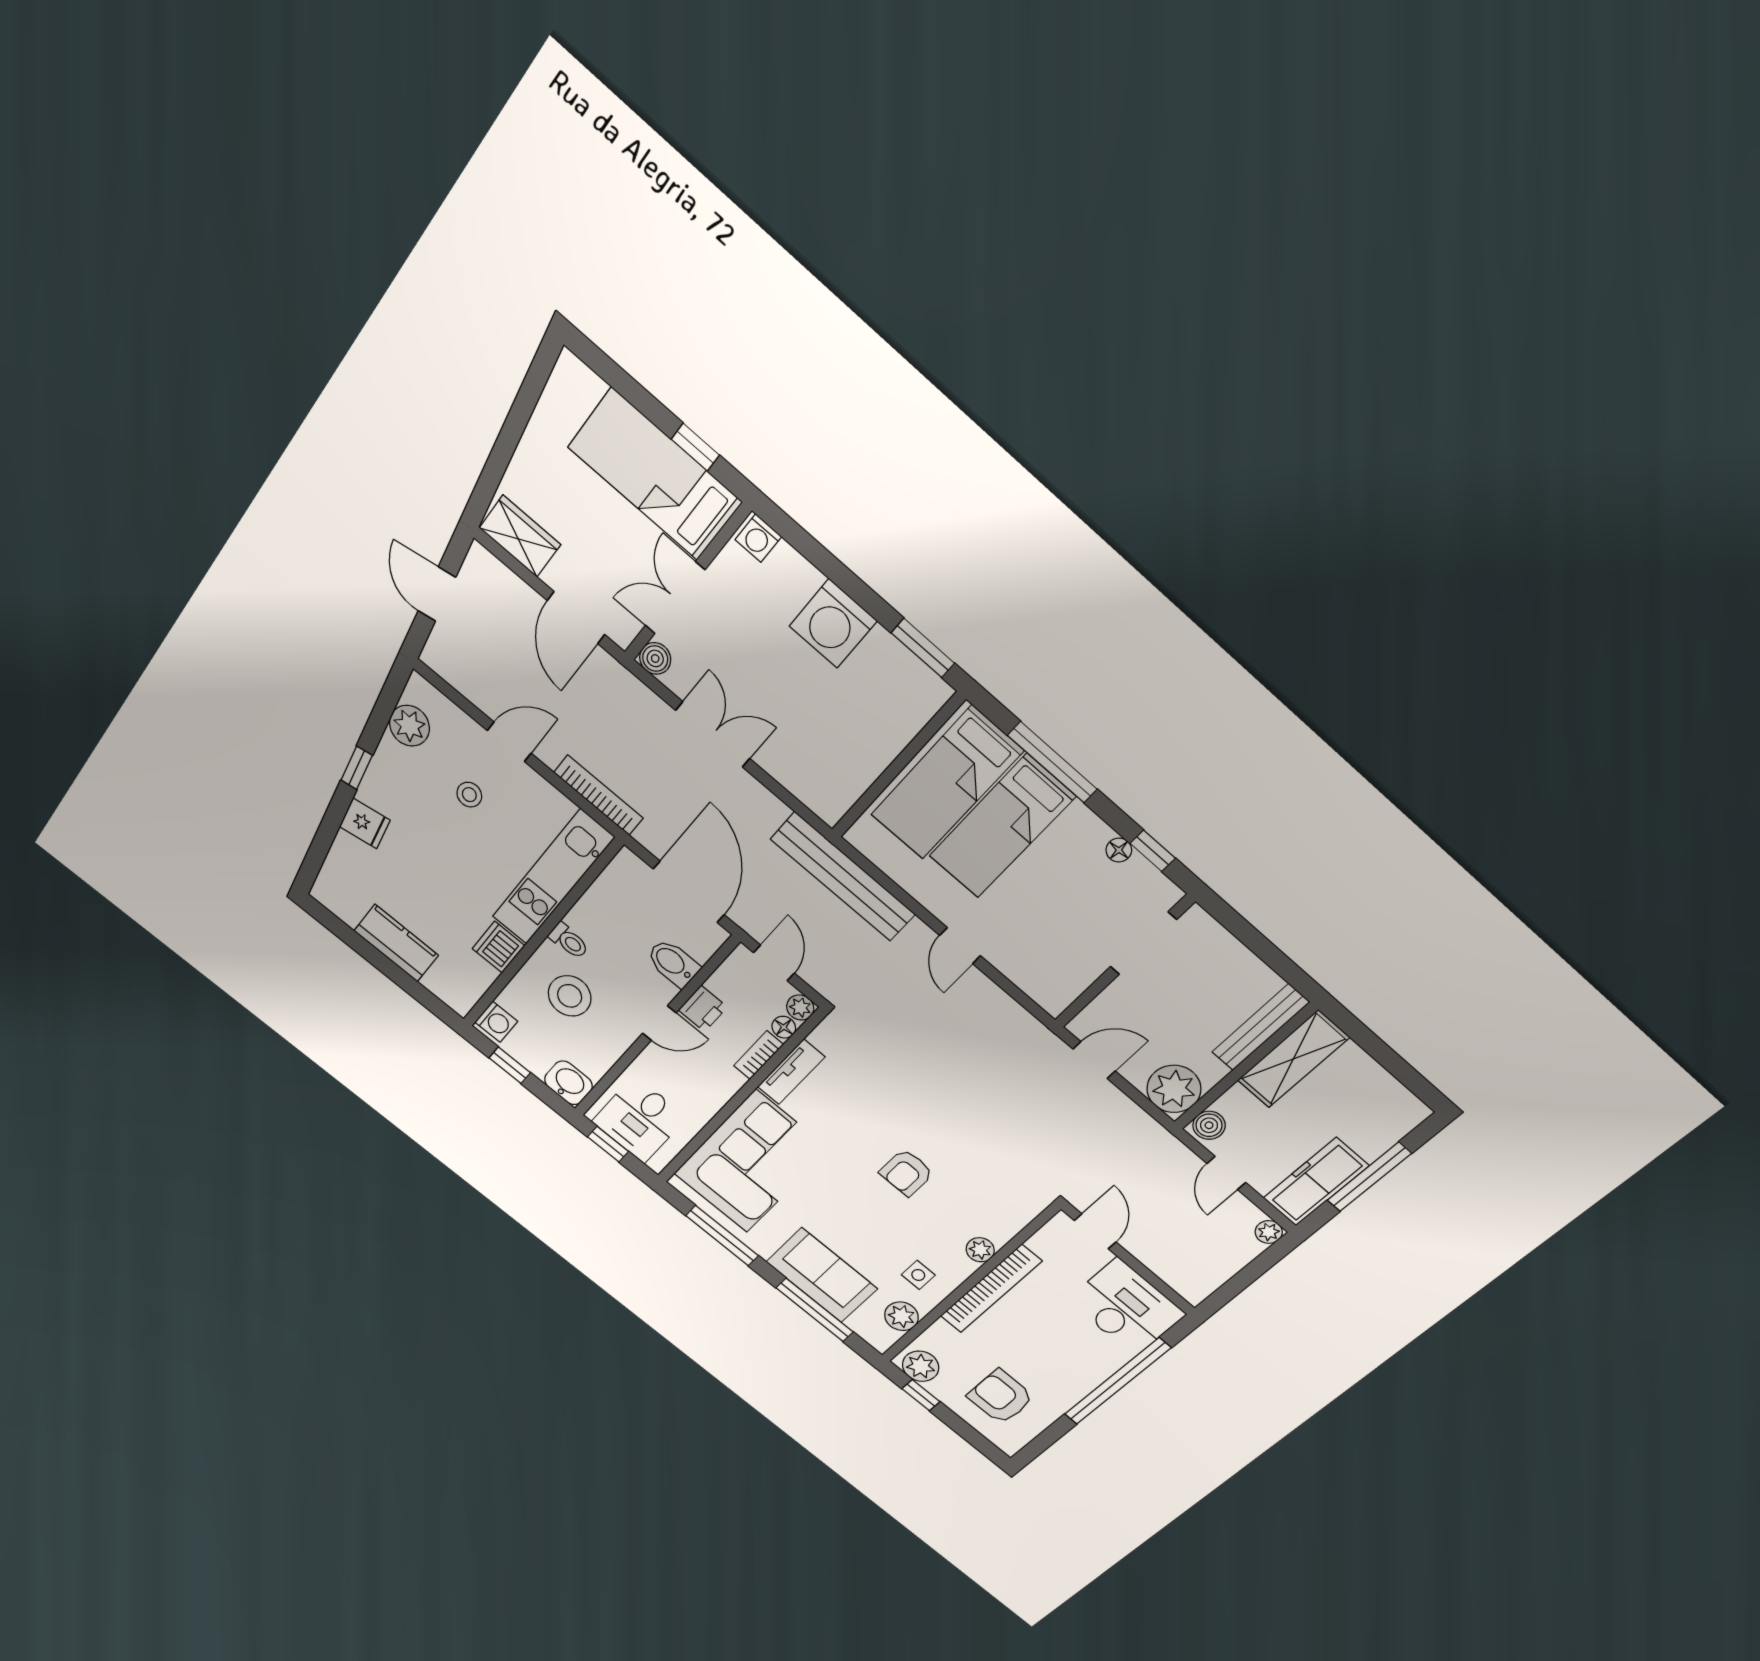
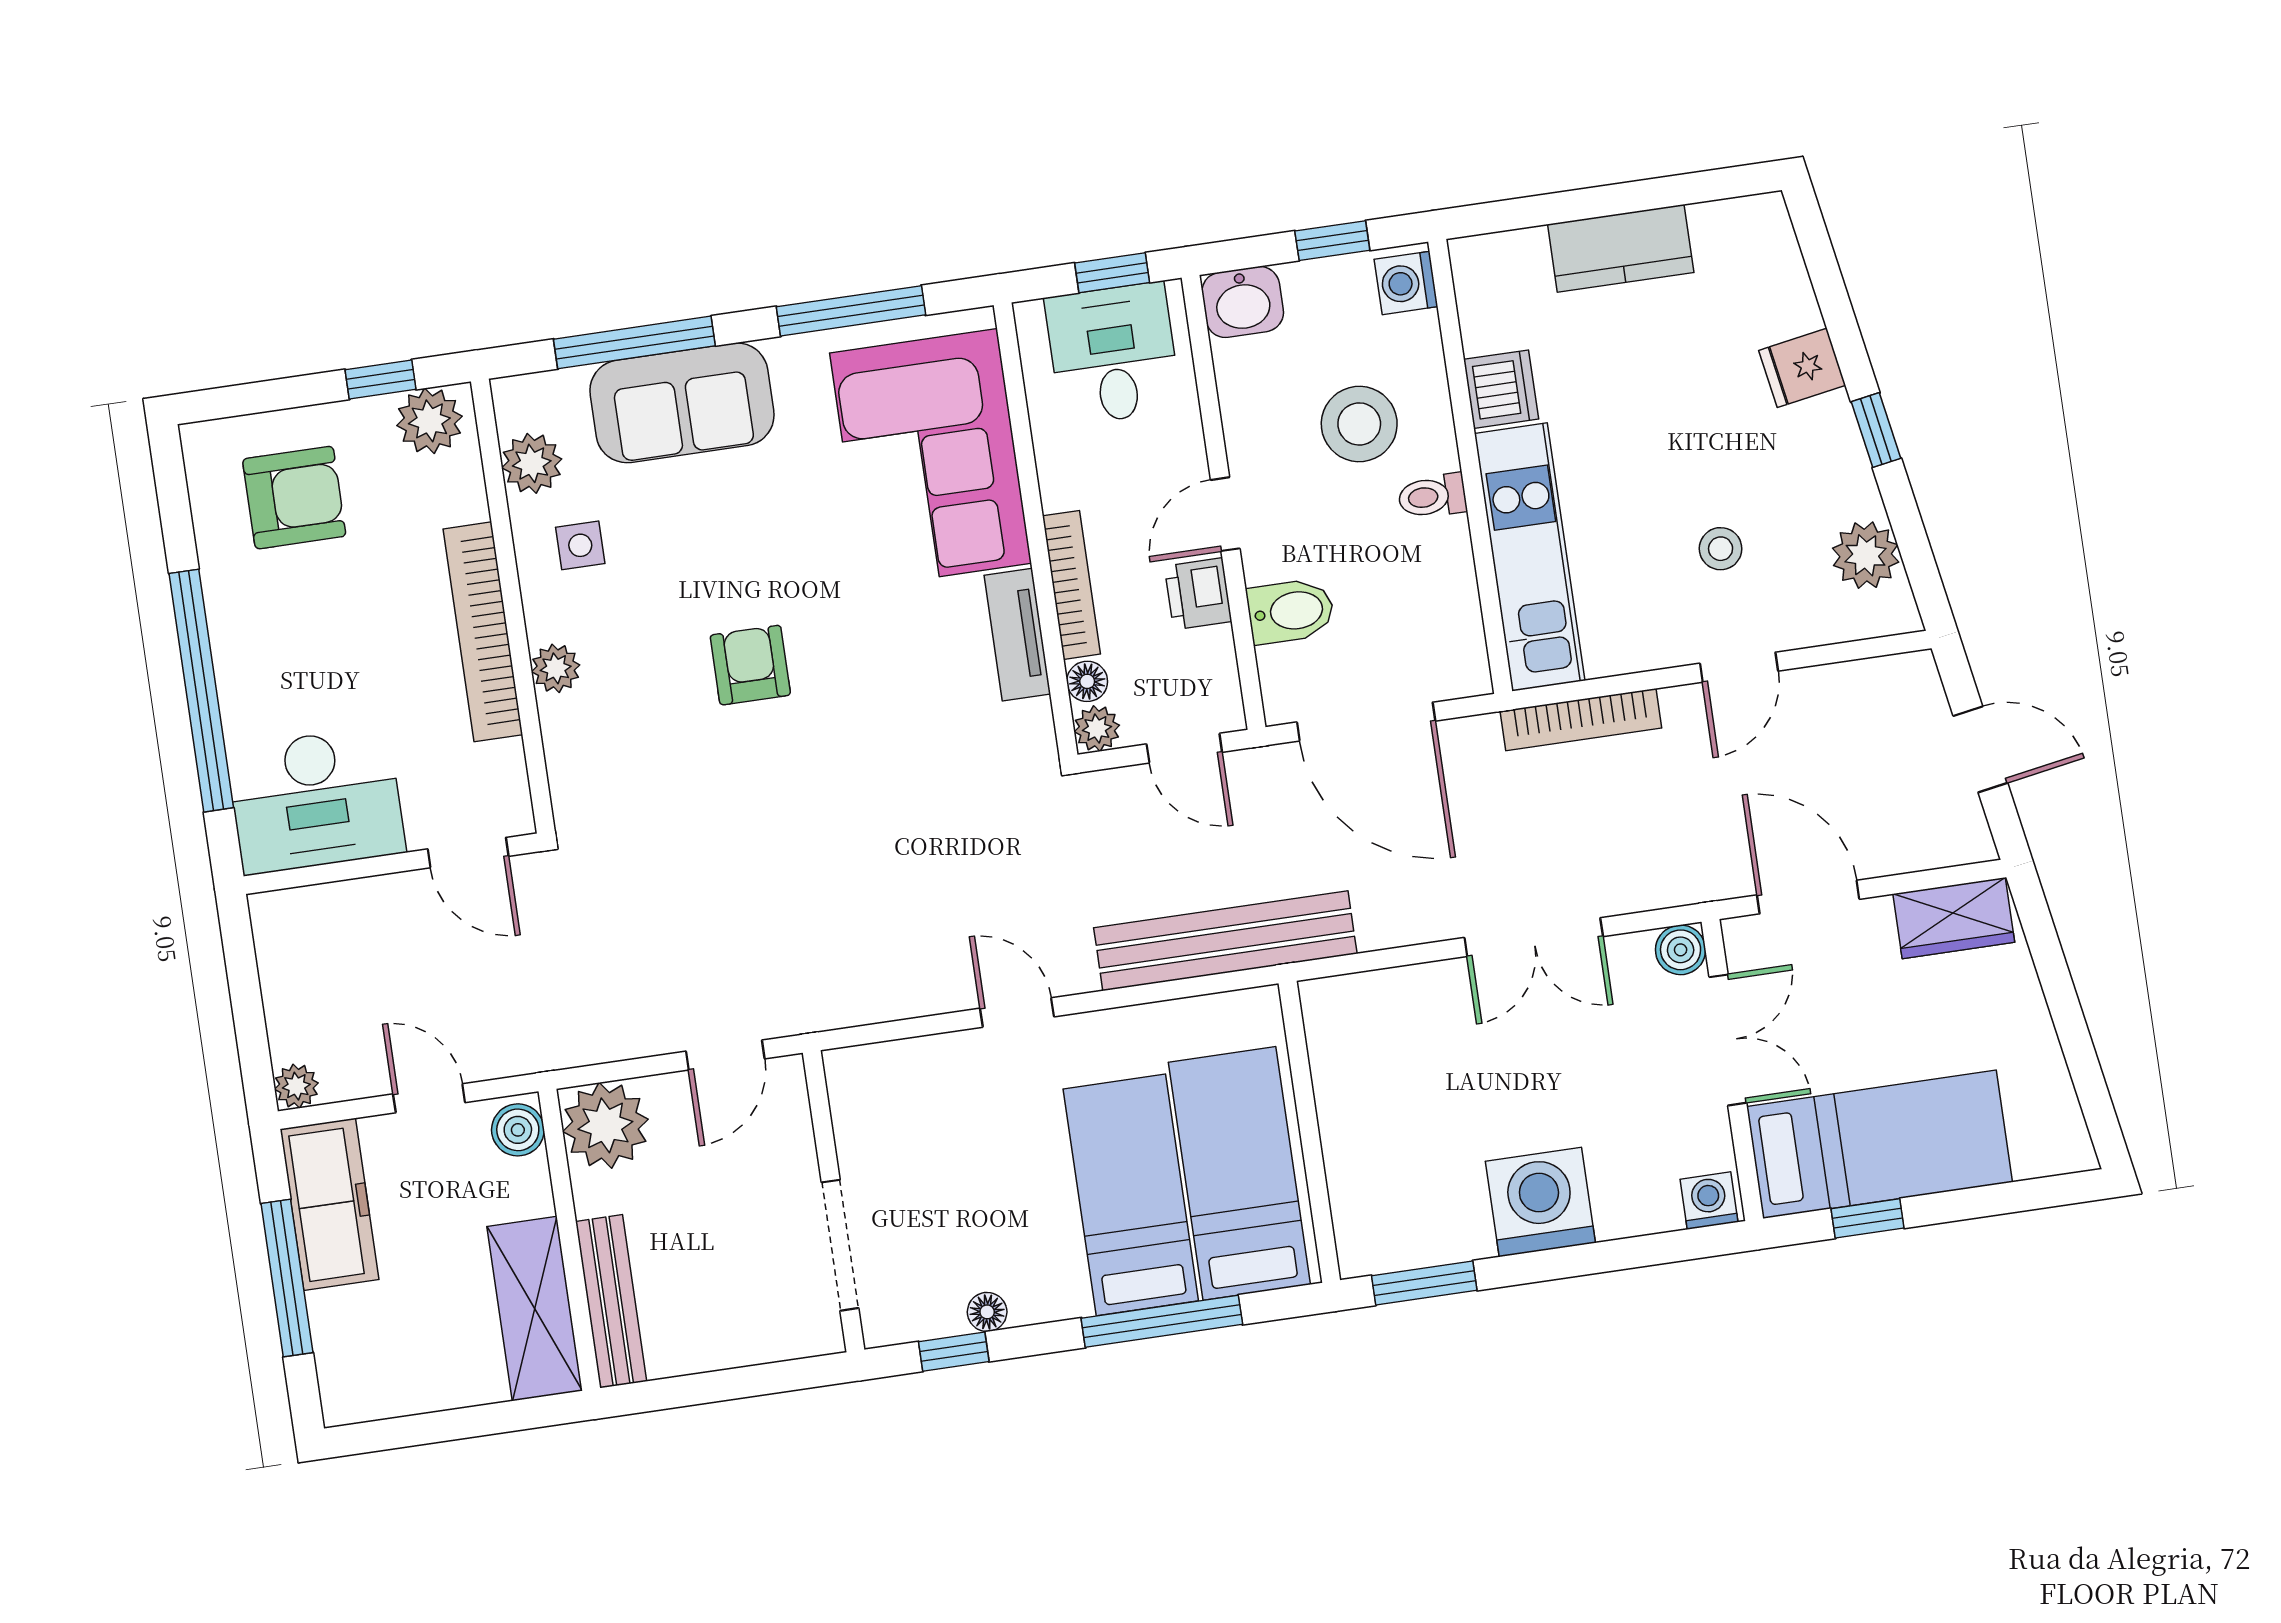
bookcase: (758, 1055) -> (1071, 585), width x1.56

